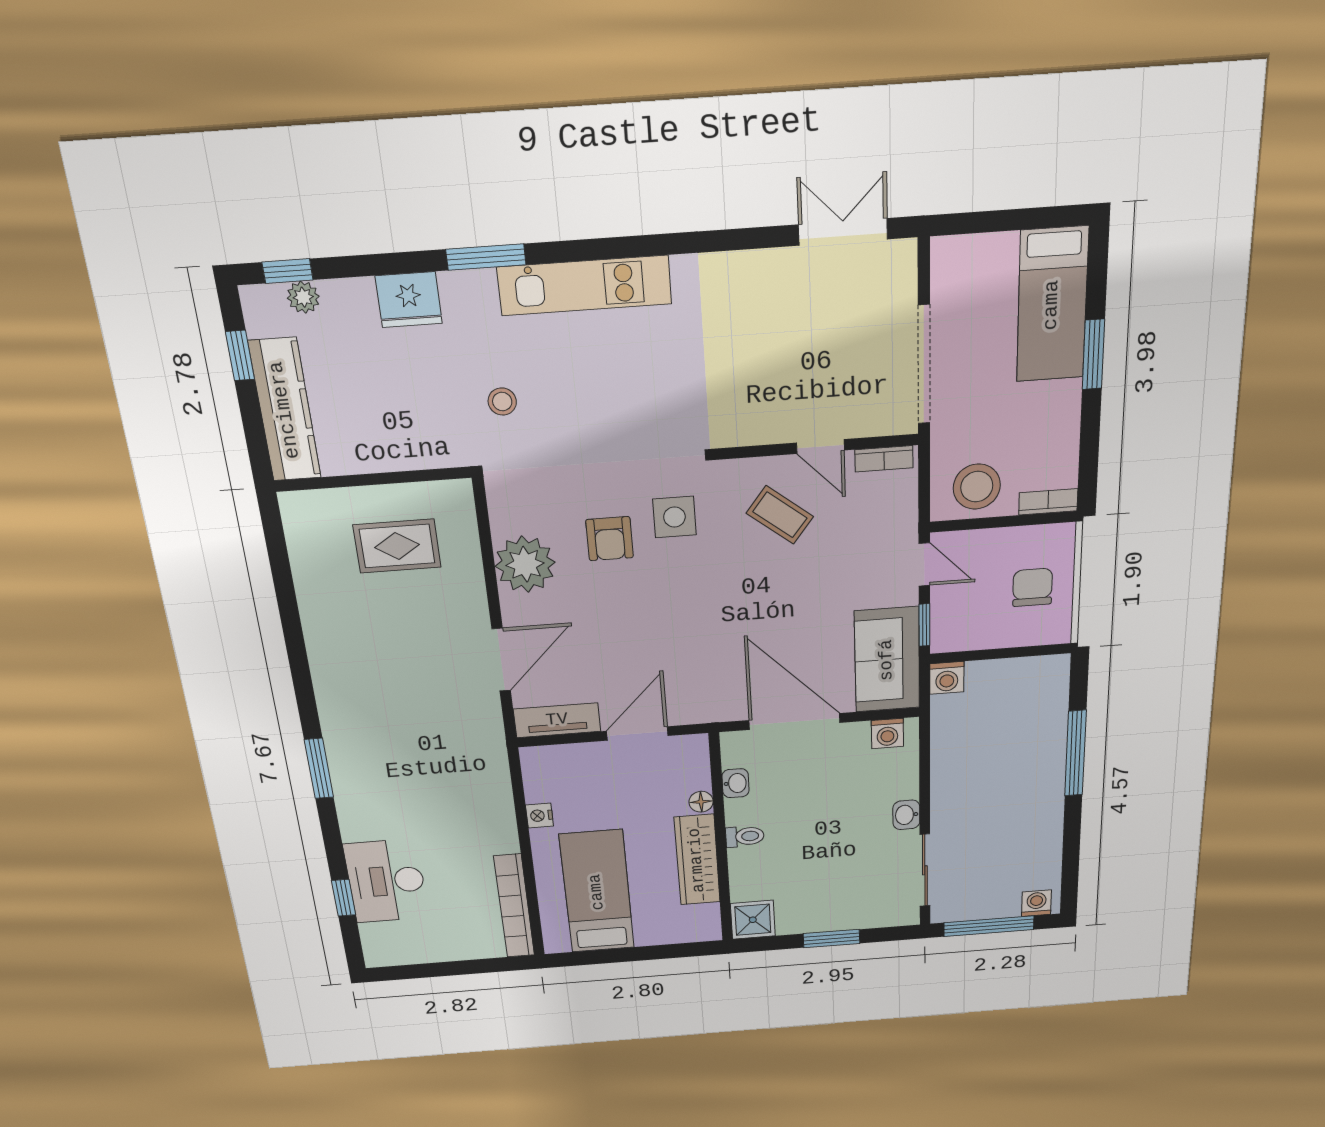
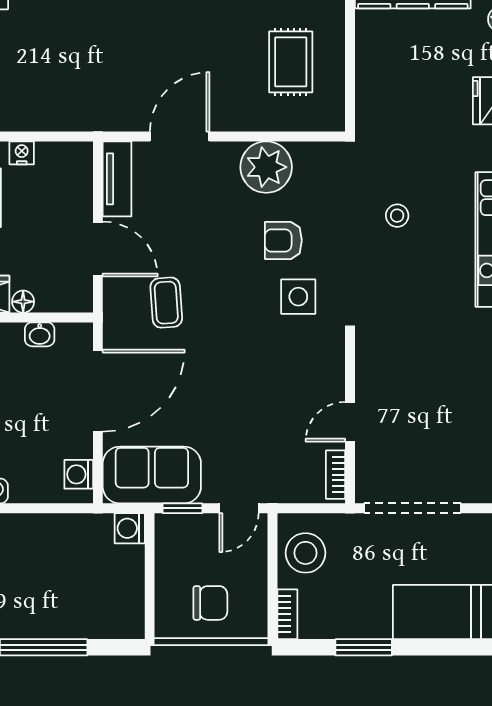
window: (1093, 354) -> (364, 647), moved
stool: (502, 402) -> (397, 216), moved
coffee table: (780, 515) -> (166, 303), moved, turned -42
door: (501, 660) -> (180, 136), swing flipped

